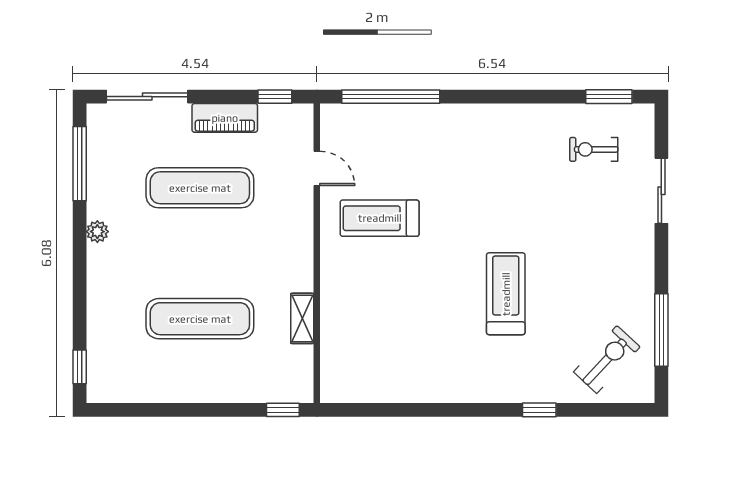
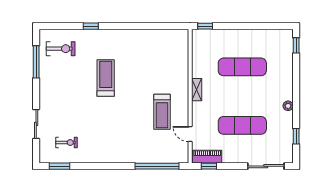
piano: (225, 118) -> (207, 157), moved
window: (80, 164) -> (296, 136), width x0.46
treadmill: (380, 218) -> (162, 112), turned 90
treadmill: (506, 294) -> (106, 78), turned 180
shelving: (302, 318) -> (197, 90), moved
exercise bike: (607, 359) -> (61, 49), turned -133

